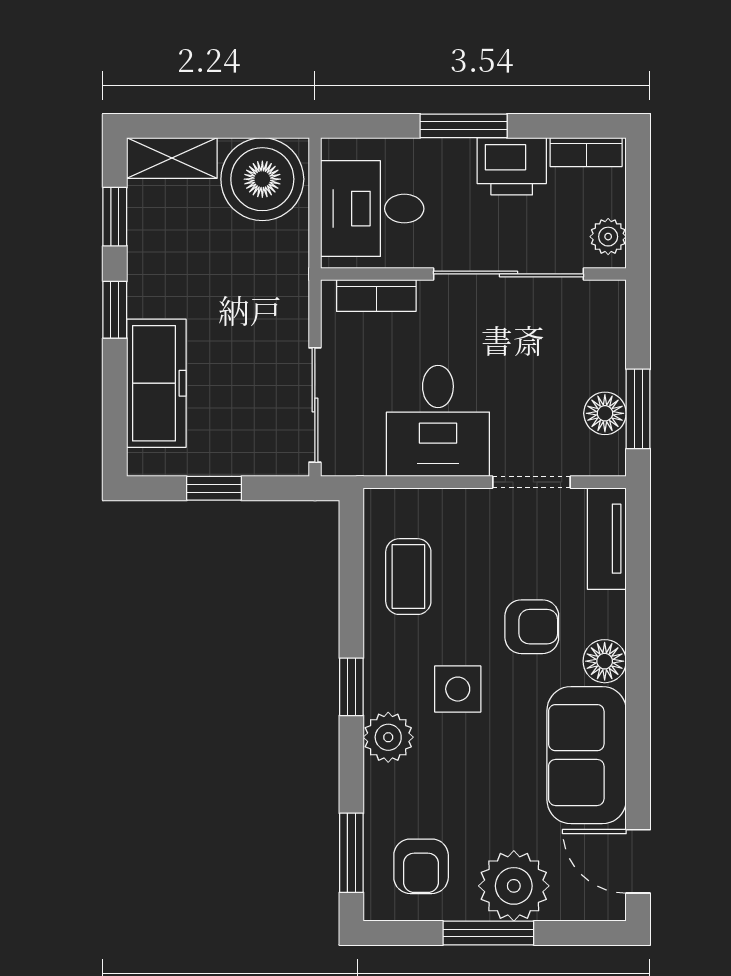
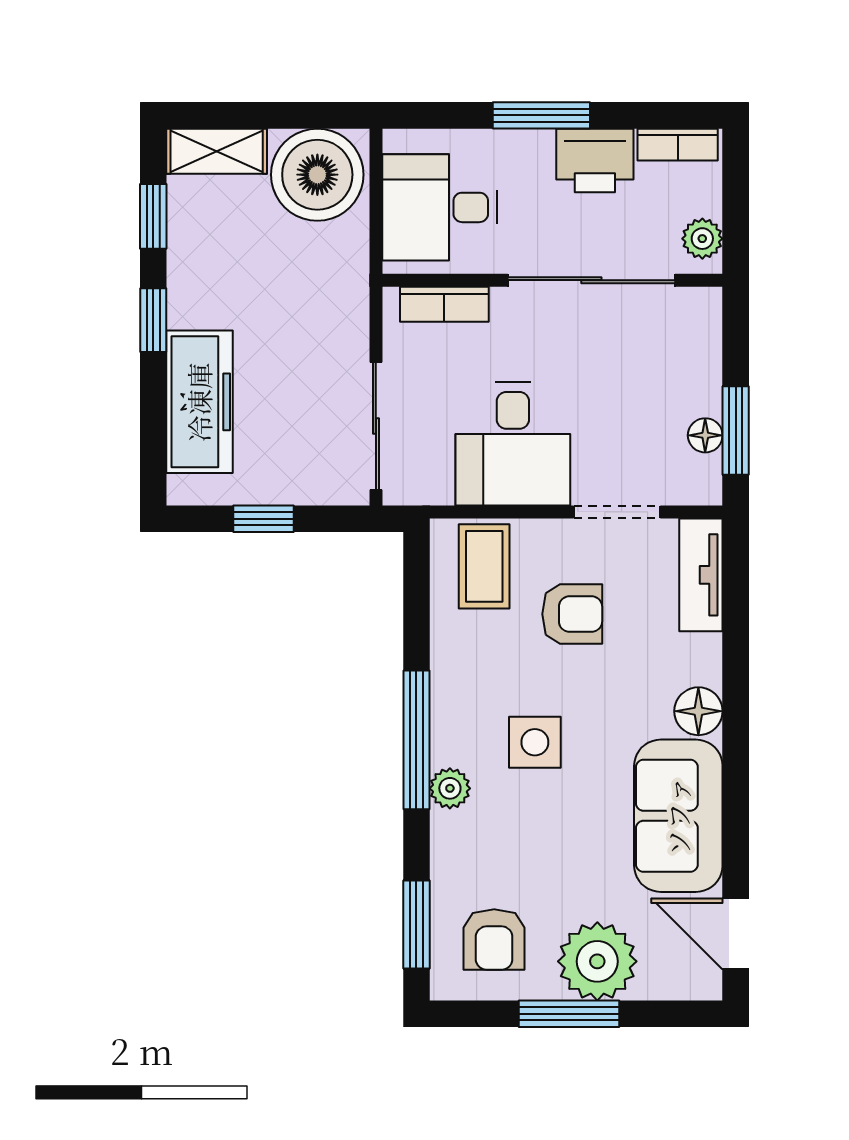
floor lamp: (605, 413) -> (705, 435), width x0.73, depth x0.73
coffee table: (408, 577) -> (484, 566), moved
armchair: (532, 627) -> (572, 614), moved
window: (351, 687) -> (416, 740), width x2.17
plant: (388, 737) -> (450, 788), width x0.73, depth x0.73

